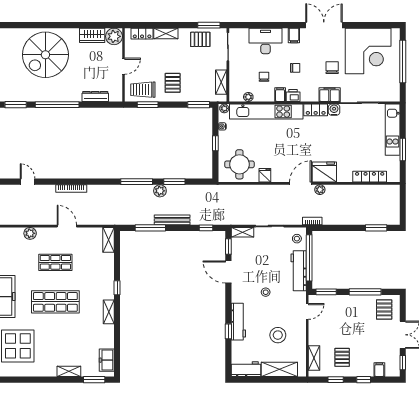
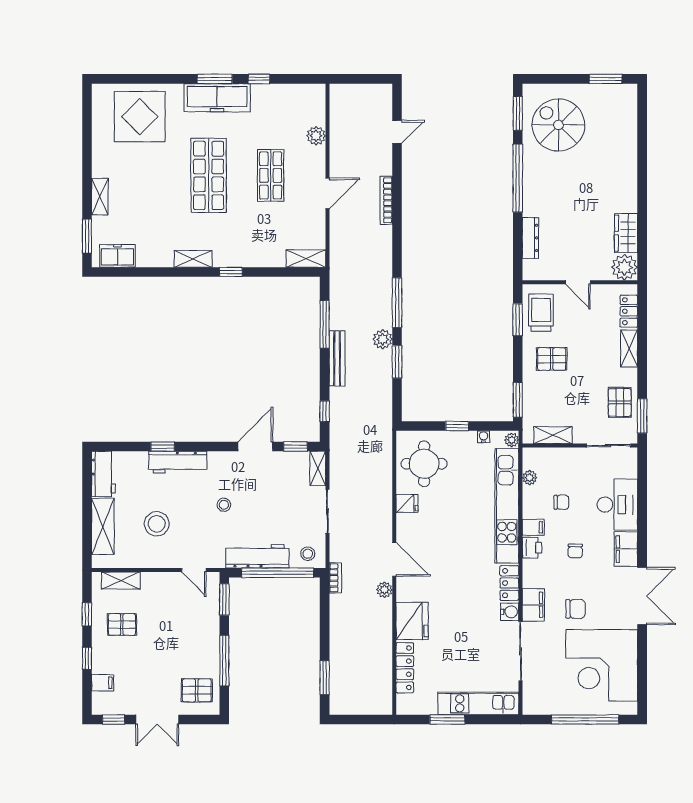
filing cabinet: (294, 35) -> (626, 549), width x2.00
spiral stairs: (45, 55) -> (558, 125), moved, width x0.73, depth x0.73
fridge: (324, 172) -> (412, 621), moved

